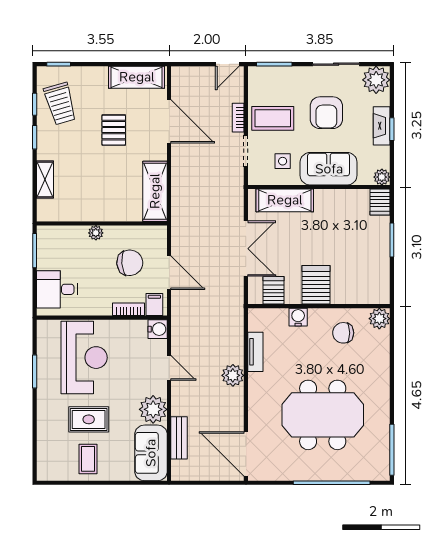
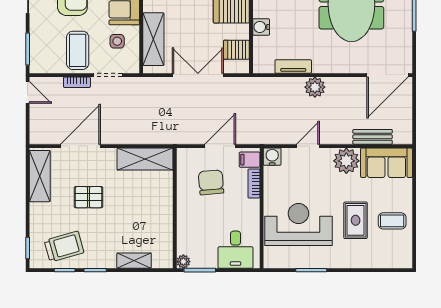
plant: (96, 233) -> (183, 262), moved

